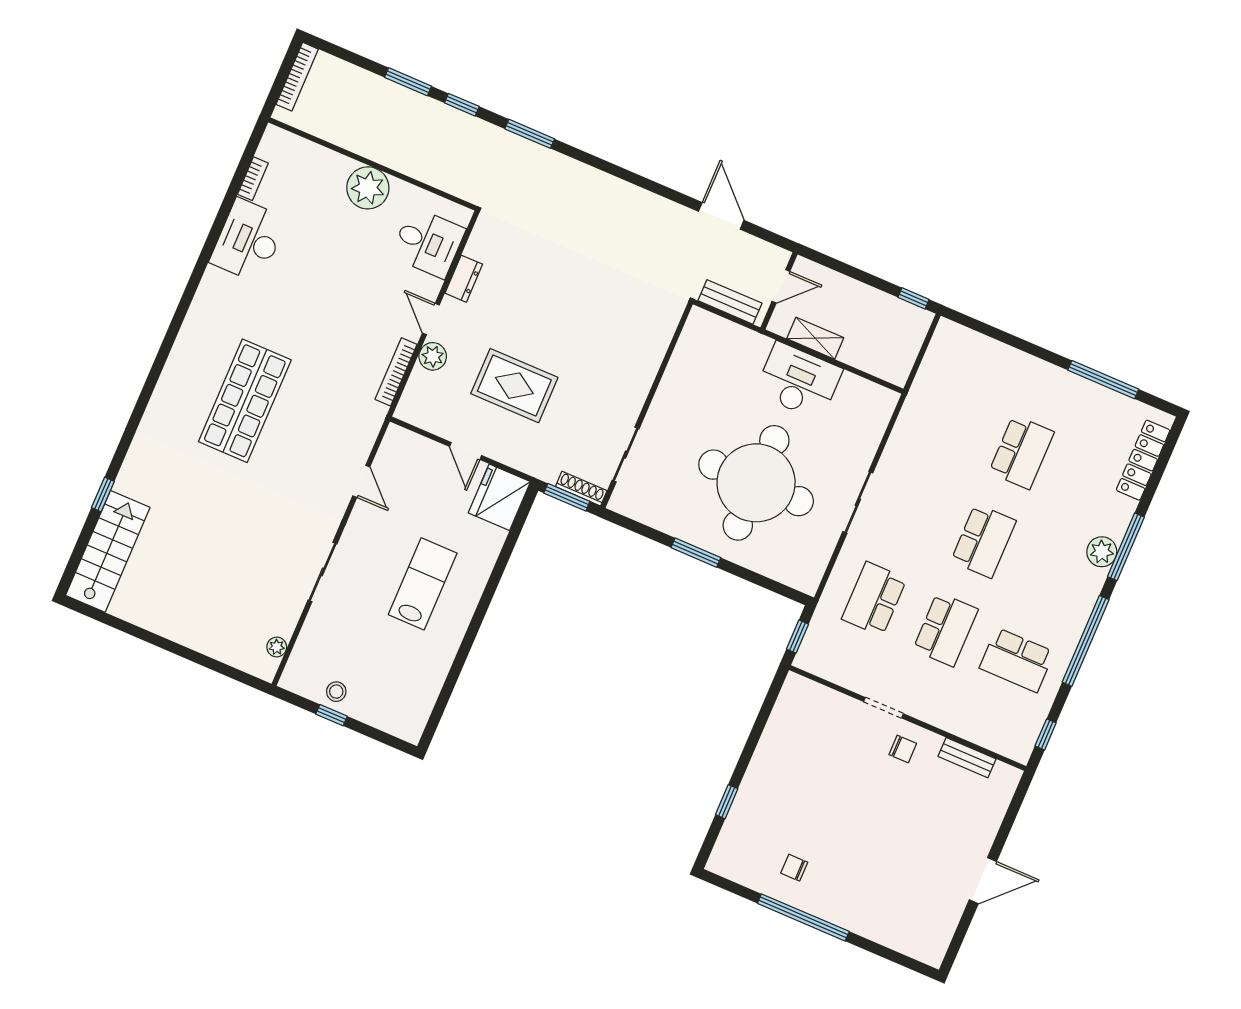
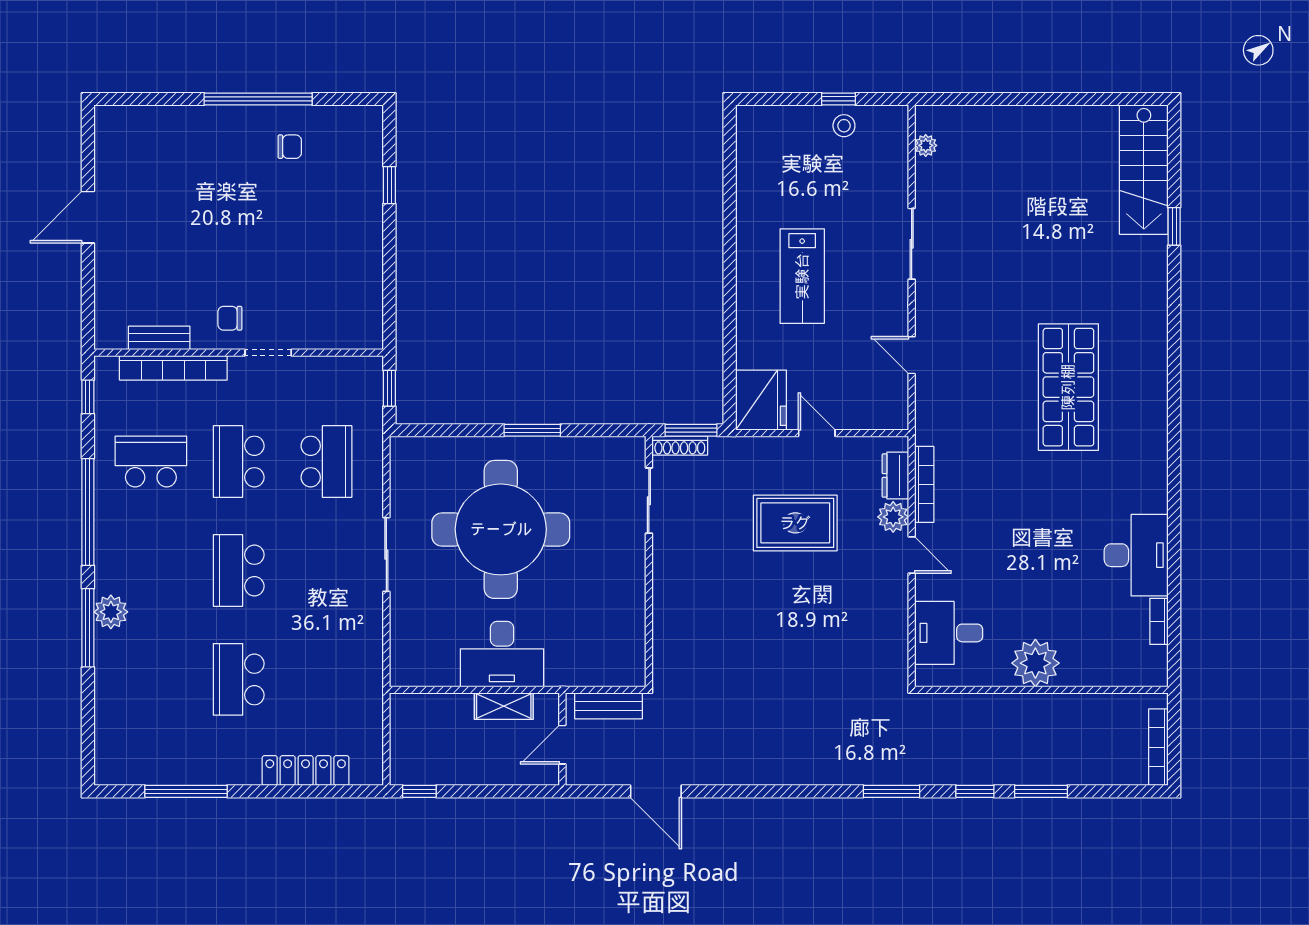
dresser: (464, 279) -> (895, 476), moved
locker: (1143, 460) -> (306, 771), moved, turned -90
bookcase: (966, 728) -> (173, 368), added

